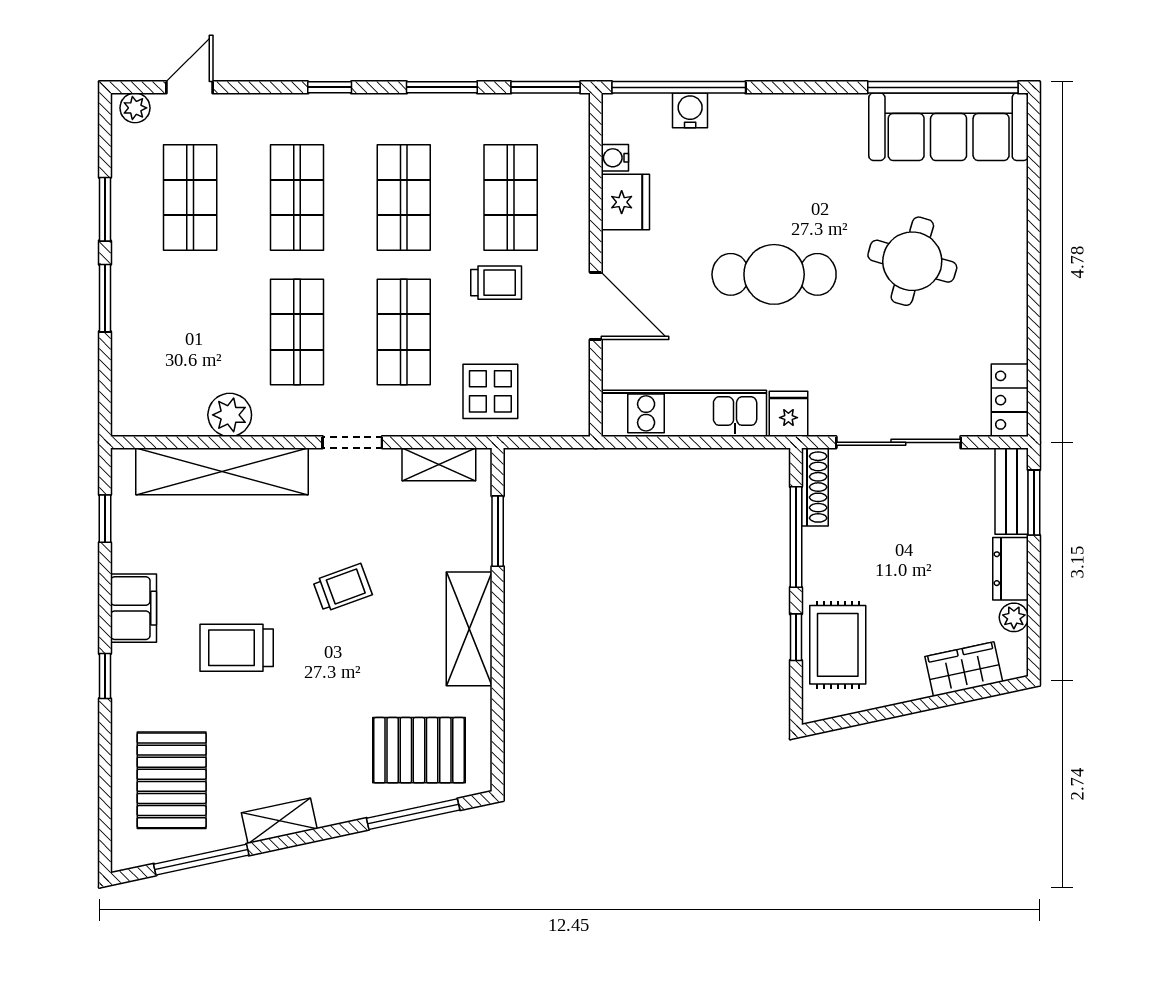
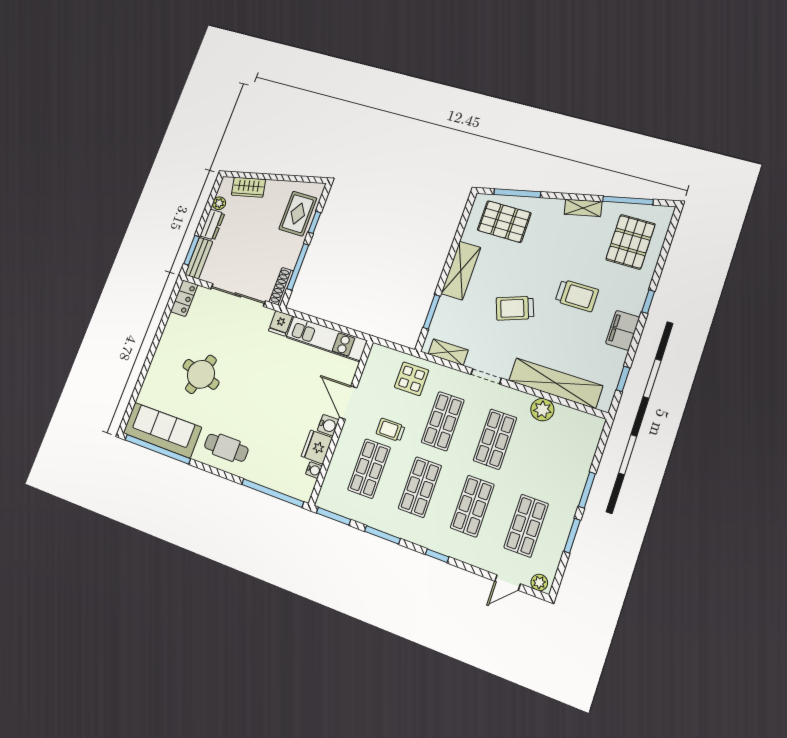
water cooler: (690, 110) -> (328, 425), moved, turned -90
cafe table: (774, 274) -> (226, 448), moved, width x0.73, depth x0.74
trolley: (342, 588) -> (515, 308), width x1.36, depth x1.39

